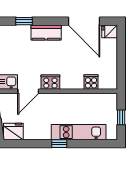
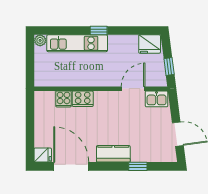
cooker: (50, 82) -> (83, 99), moved
window: (121, 117) -> (30, 60), removed
plant: (112, 135) -> (40, 40), added

